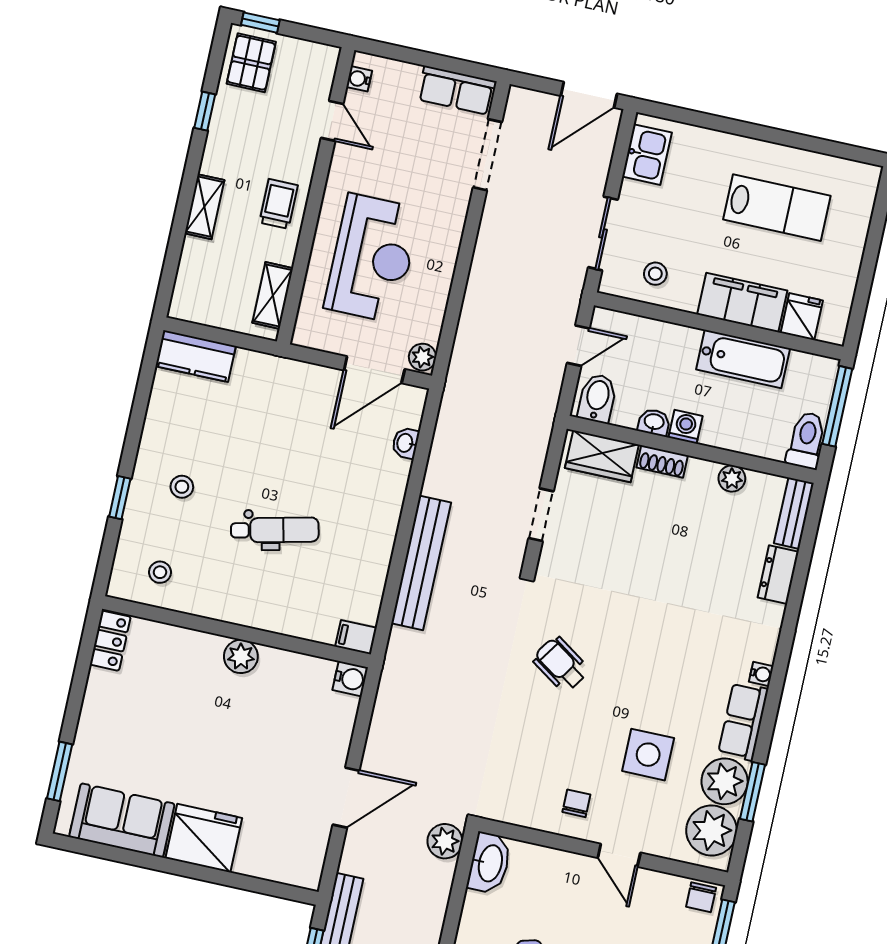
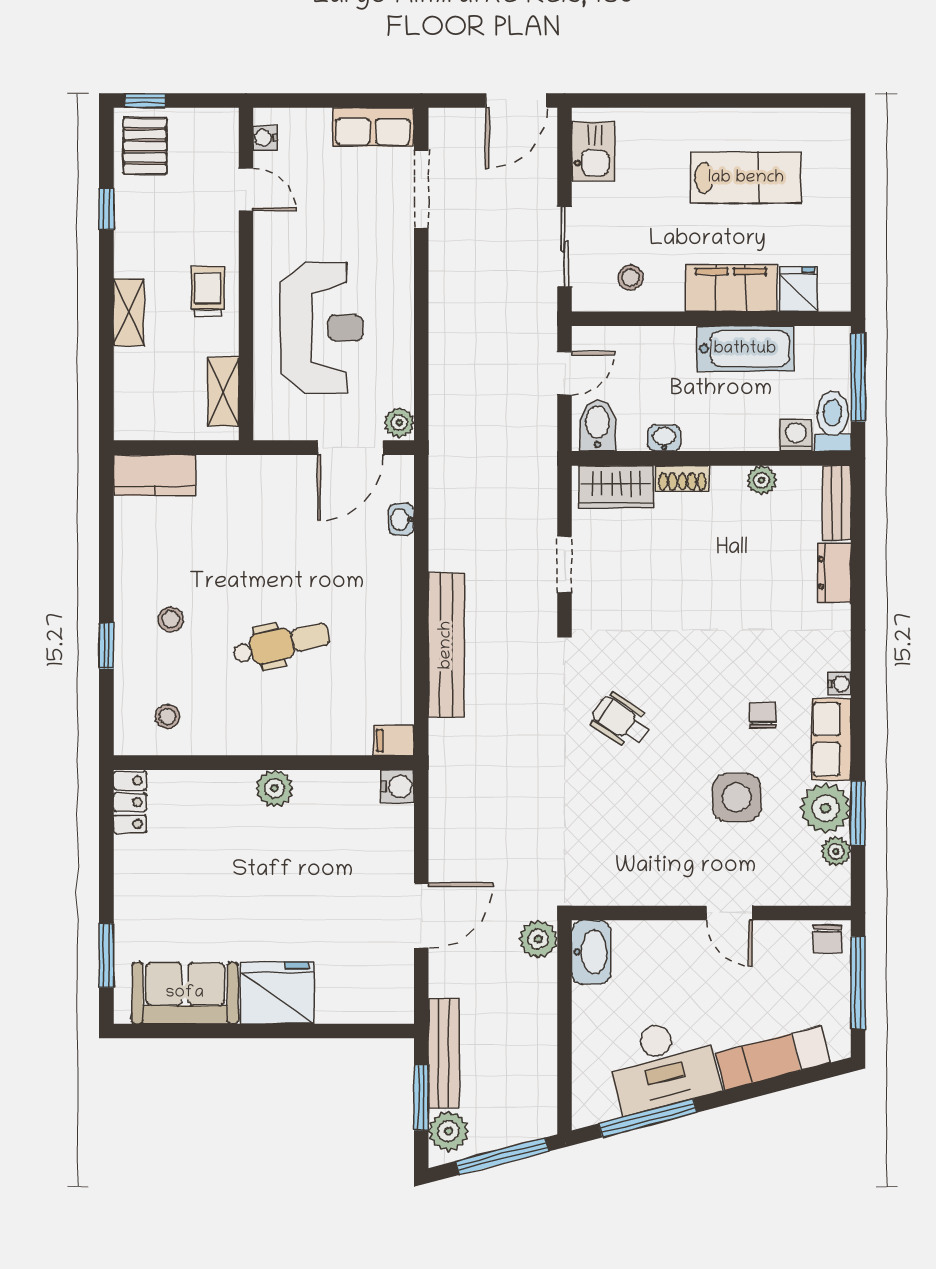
washing machine: (685, 427) -> (796, 435), moved
chair: (576, 803) -> (763, 715), moved
plant: (712, 830) -> (836, 851), width x0.53, depth x0.53

